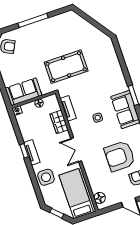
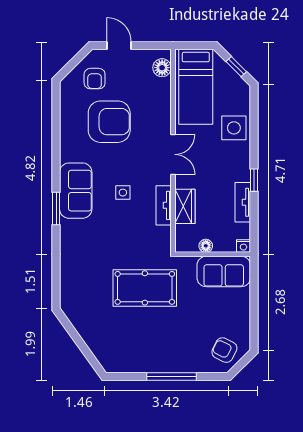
tv unit: (68, 108) -> (164, 205), moved
tv unit: (32, 152) -> (243, 202), moved

